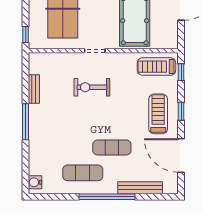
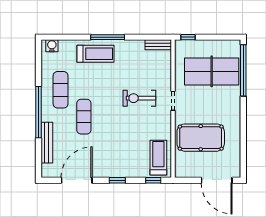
exercise bike: (92, 87) -> (139, 98), turned -90
bench: (34, 89) -> (158, 45), moved
treadmill: (158, 114) -> (95, 54), moved

